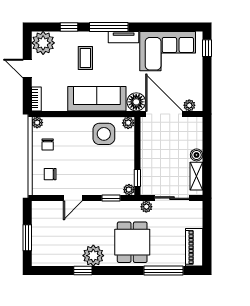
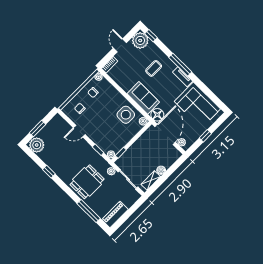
window: (69, 27) -> (151, 36), moved
window: (207, 48) -> (205, 136), moved
sofa: (97, 99) -> (143, 98), width x0.73
plant: (93, 256) -> (37, 145), moved

